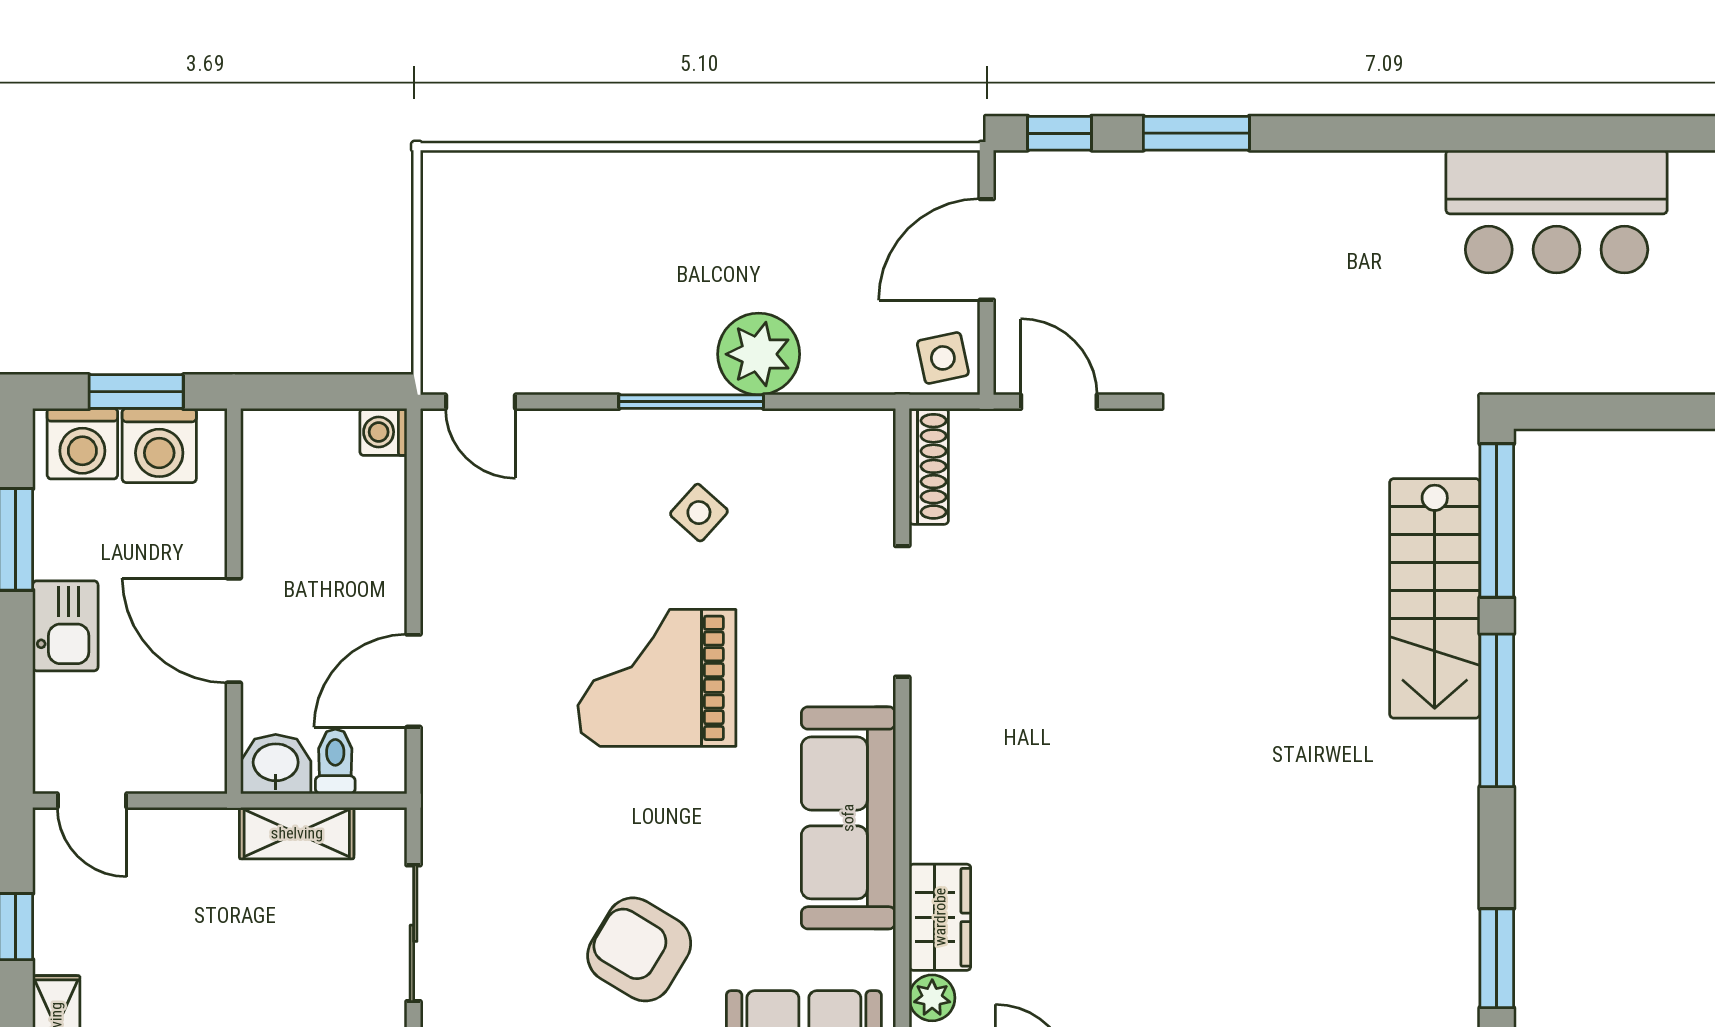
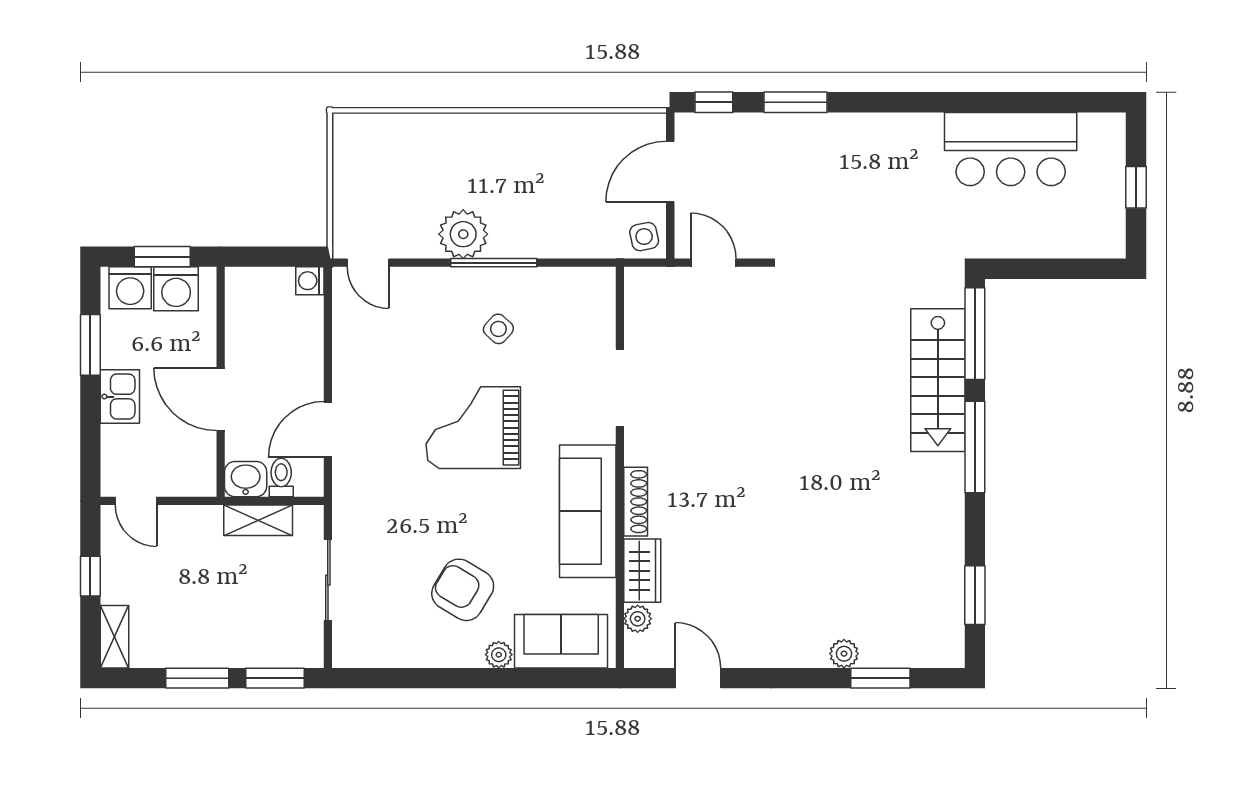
plant: (759, 354) -> (463, 234), moved
shoe rack: (929, 466) -> (636, 502), moved

